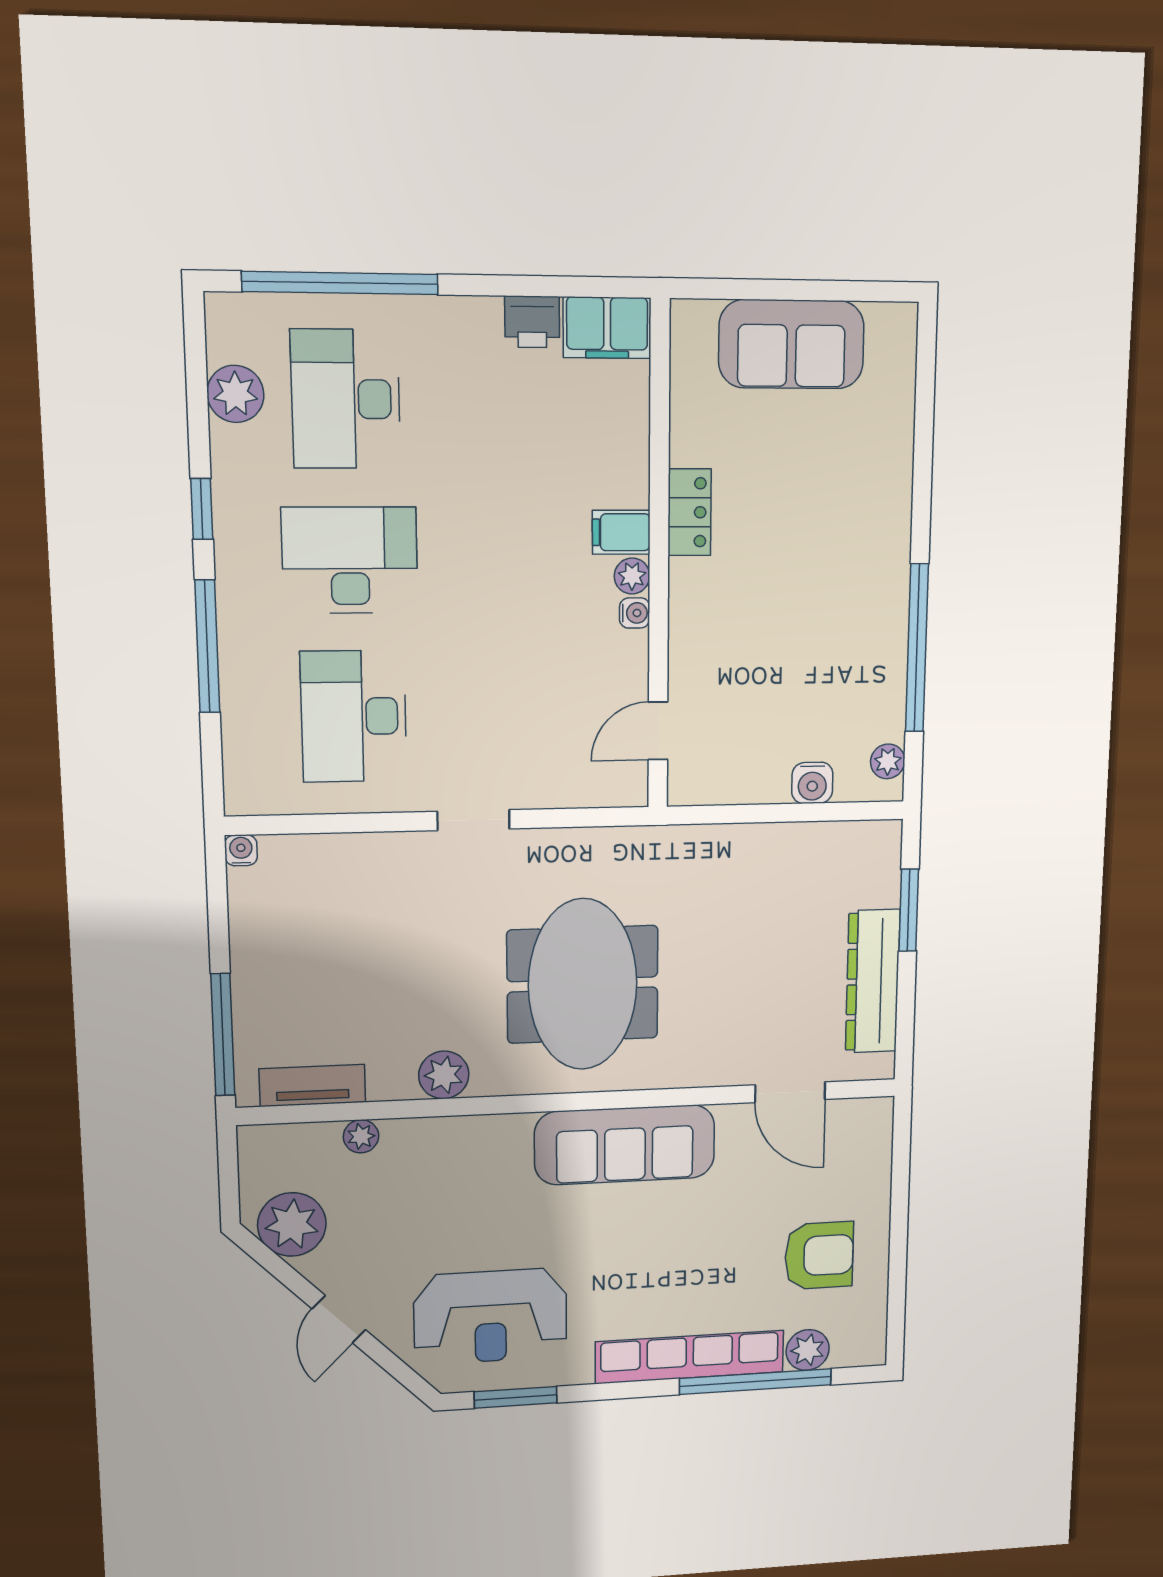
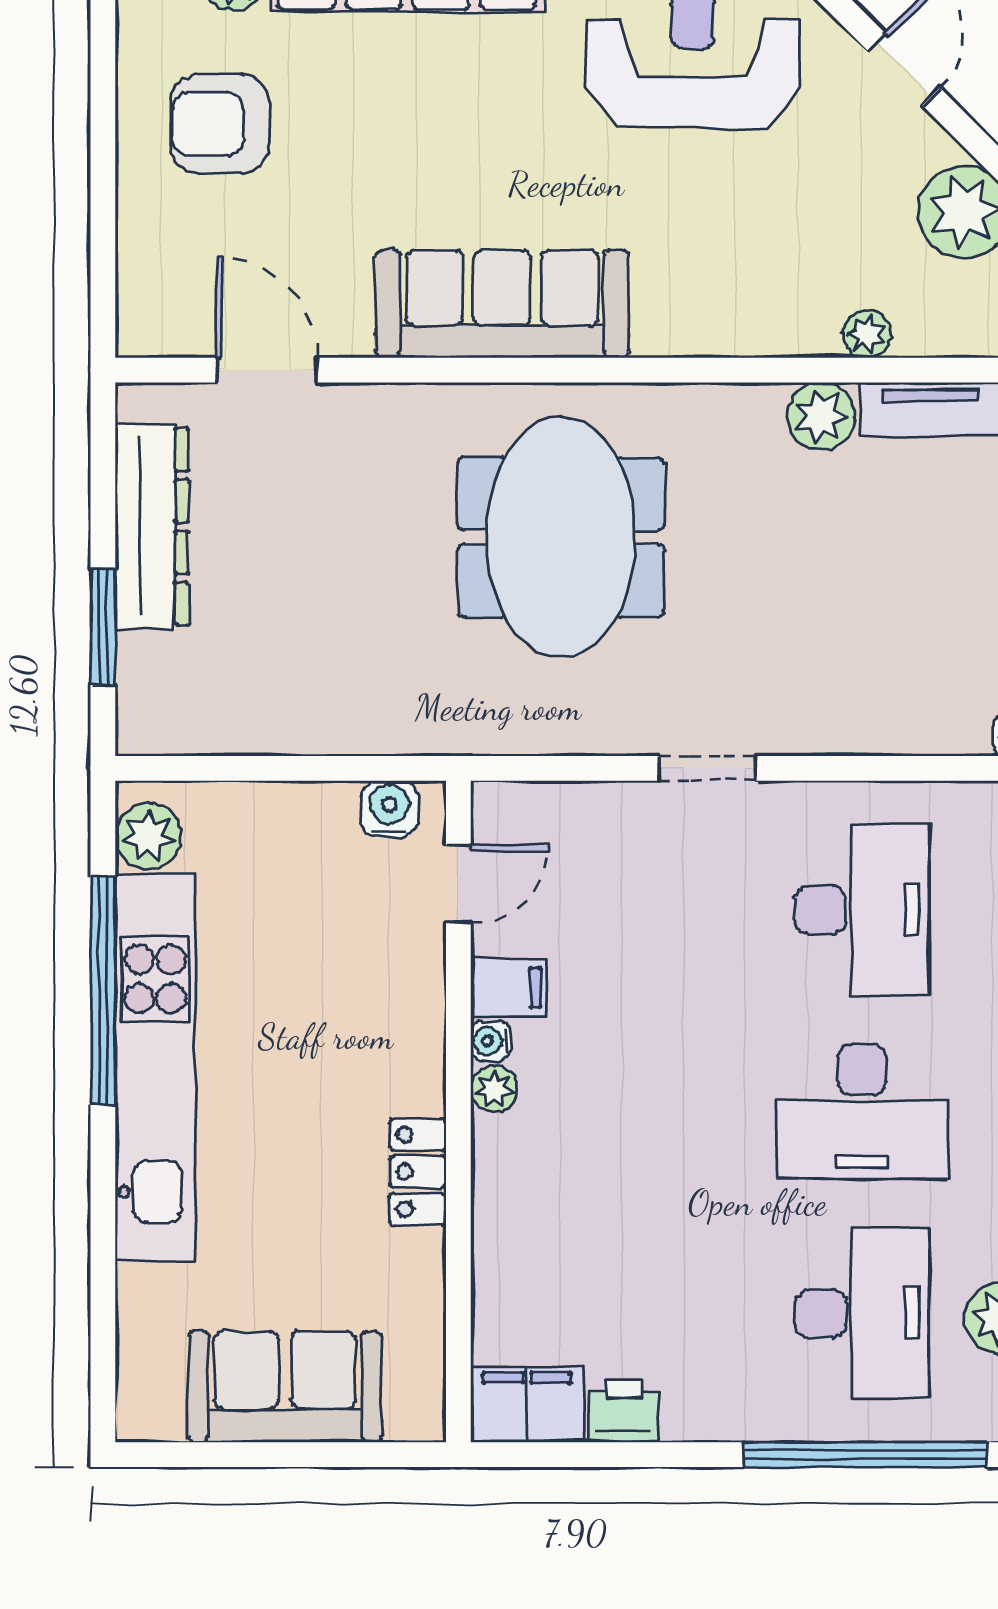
filing cabinet: (621, 532) -> (509, 988), moved
kitchen unit: (881, 591) -> (155, 1068), added
plant: (888, 761) -> (148, 836), width x1.38, depth x1.38
water cooler: (812, 783) -> (389, 809), moved
plant: (444, 1075) -> (821, 416), moved

